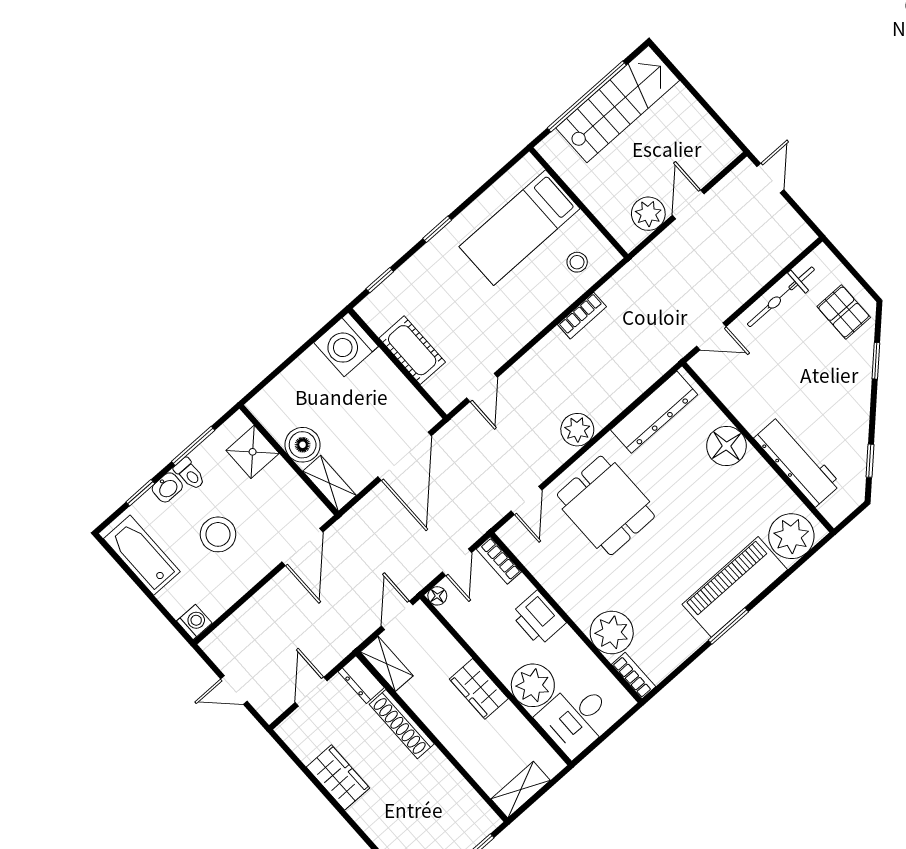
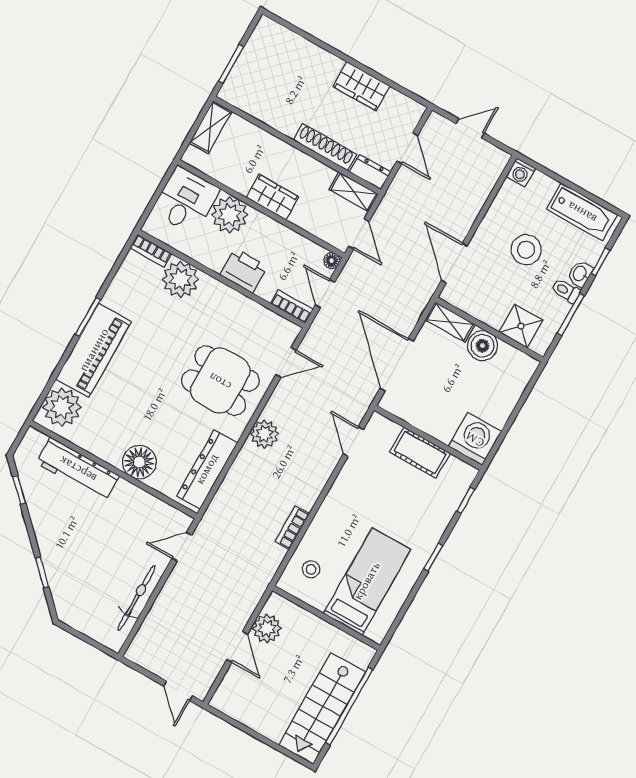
pallet: (844, 312) -> (82, 603), removed
door: (526, 501) -> (286, 363), swing flipped

